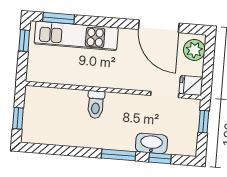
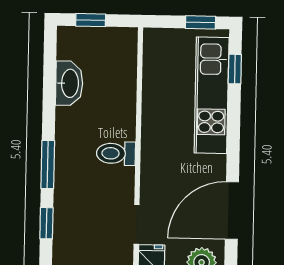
window: (59, 18) -> (235, 69), width x0.67
toilet: (96, 105) -> (116, 153), moved
washbasin: (151, 143) -> (69, 83), moved

